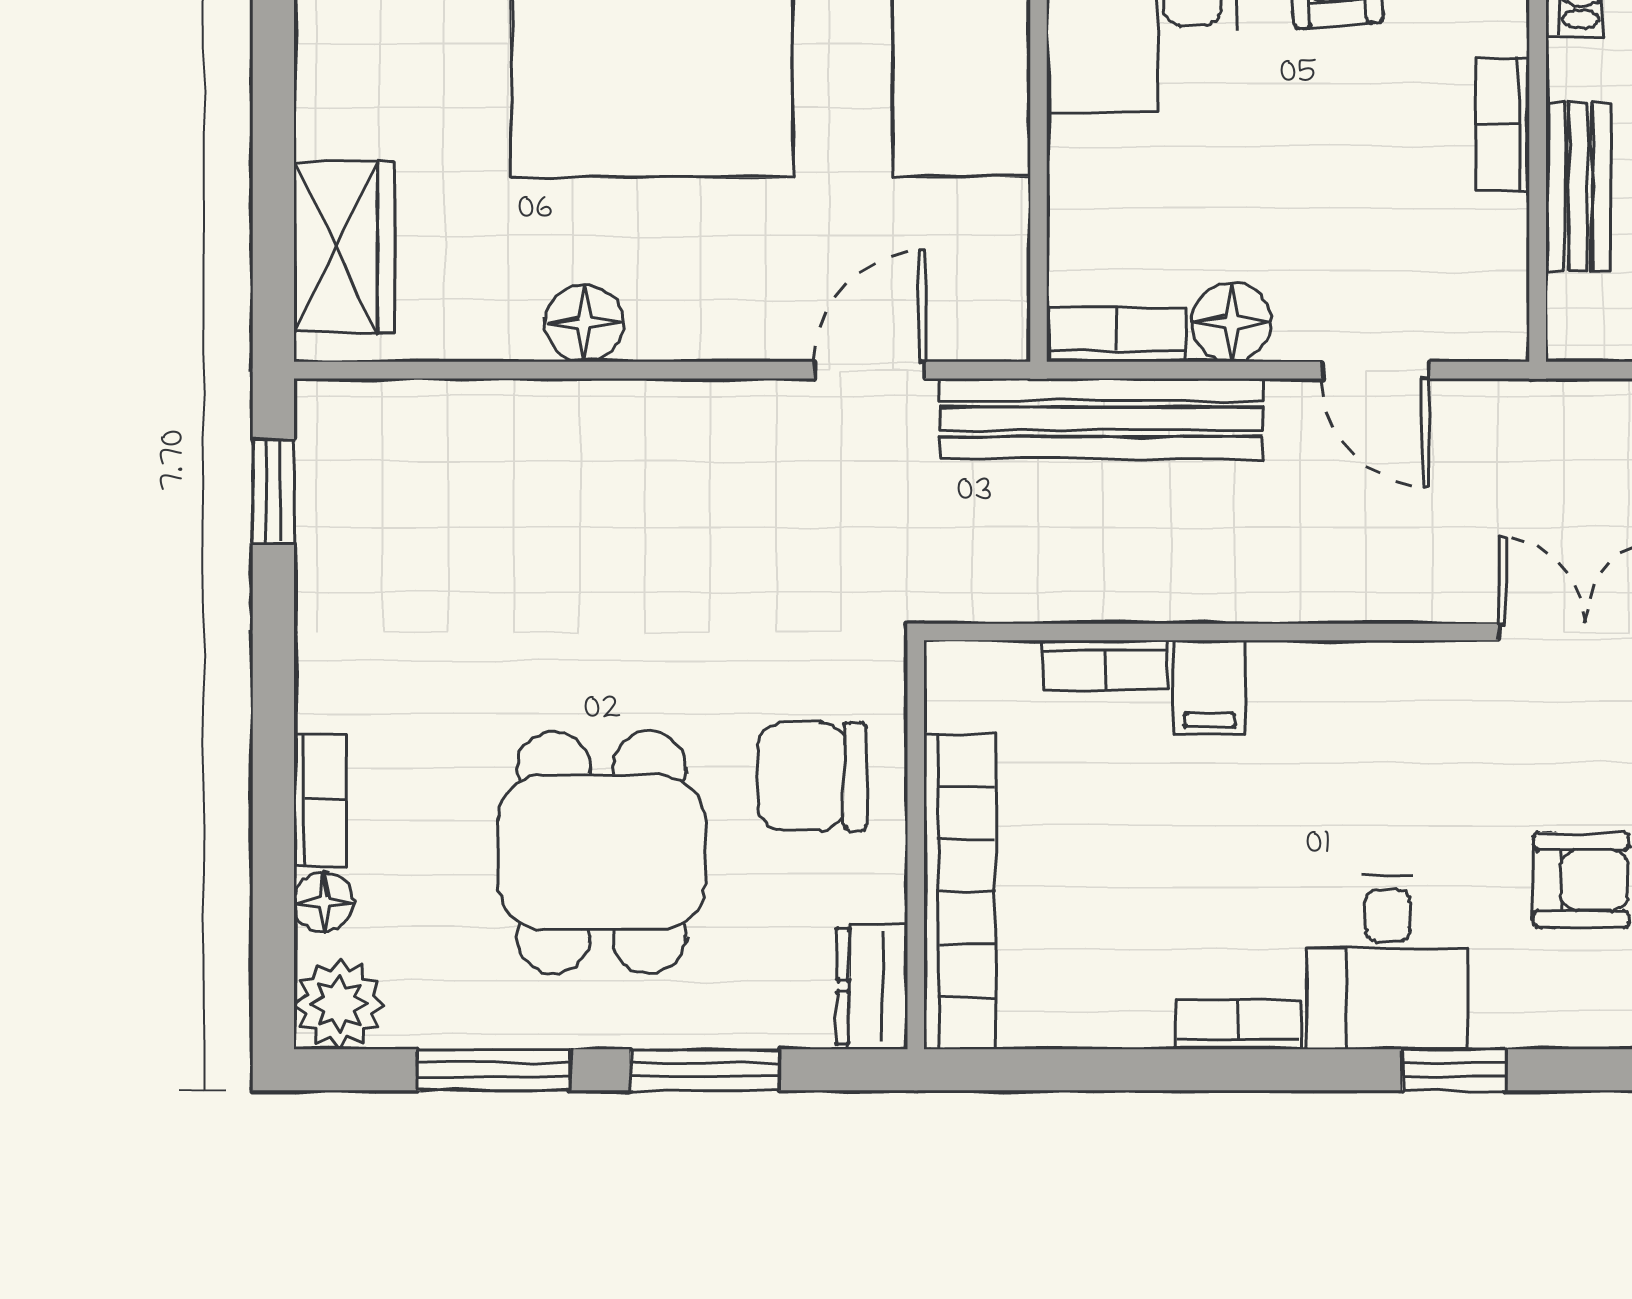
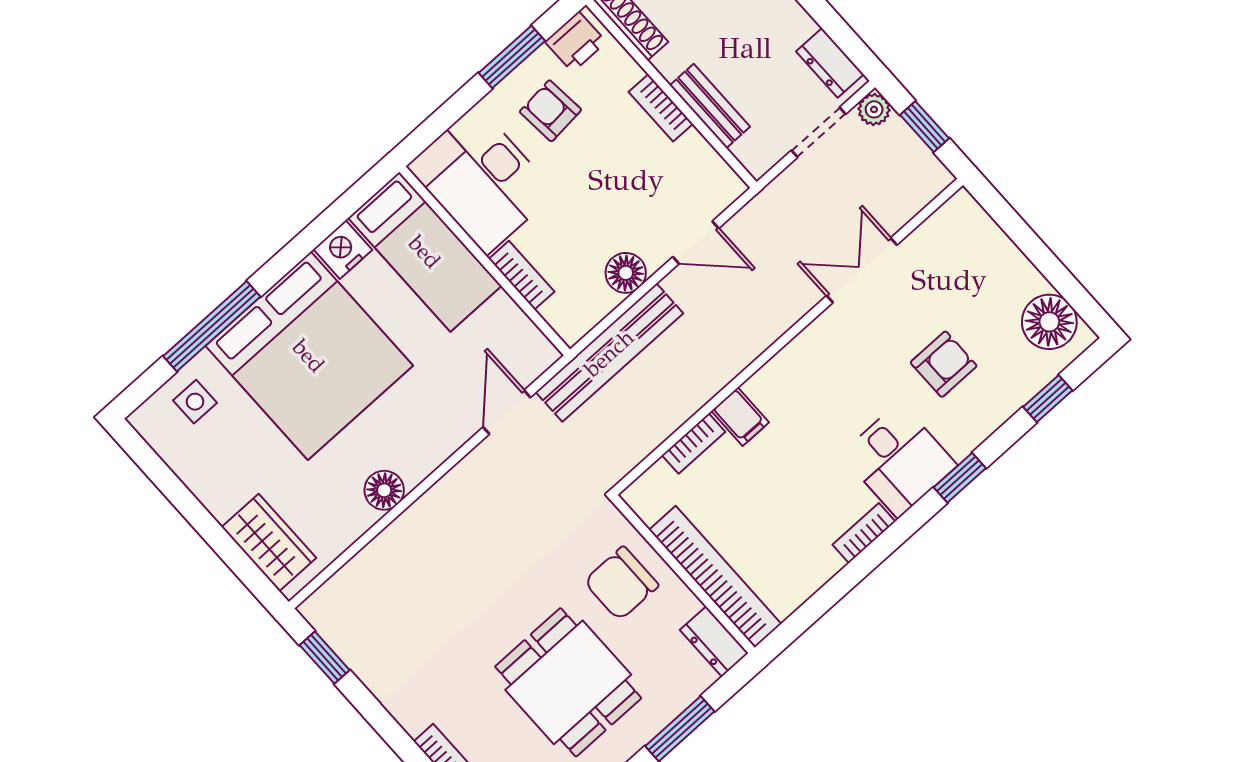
bookcase: (1117, 335) -> (522, 275), moved, turned 90

